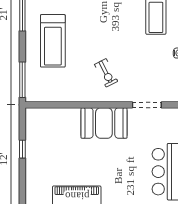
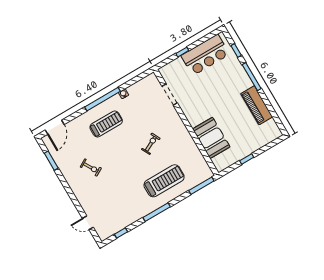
exercise bike: (106, 73) -> (151, 144), moved
booth: (104, 123) -> (211, 138), moved

